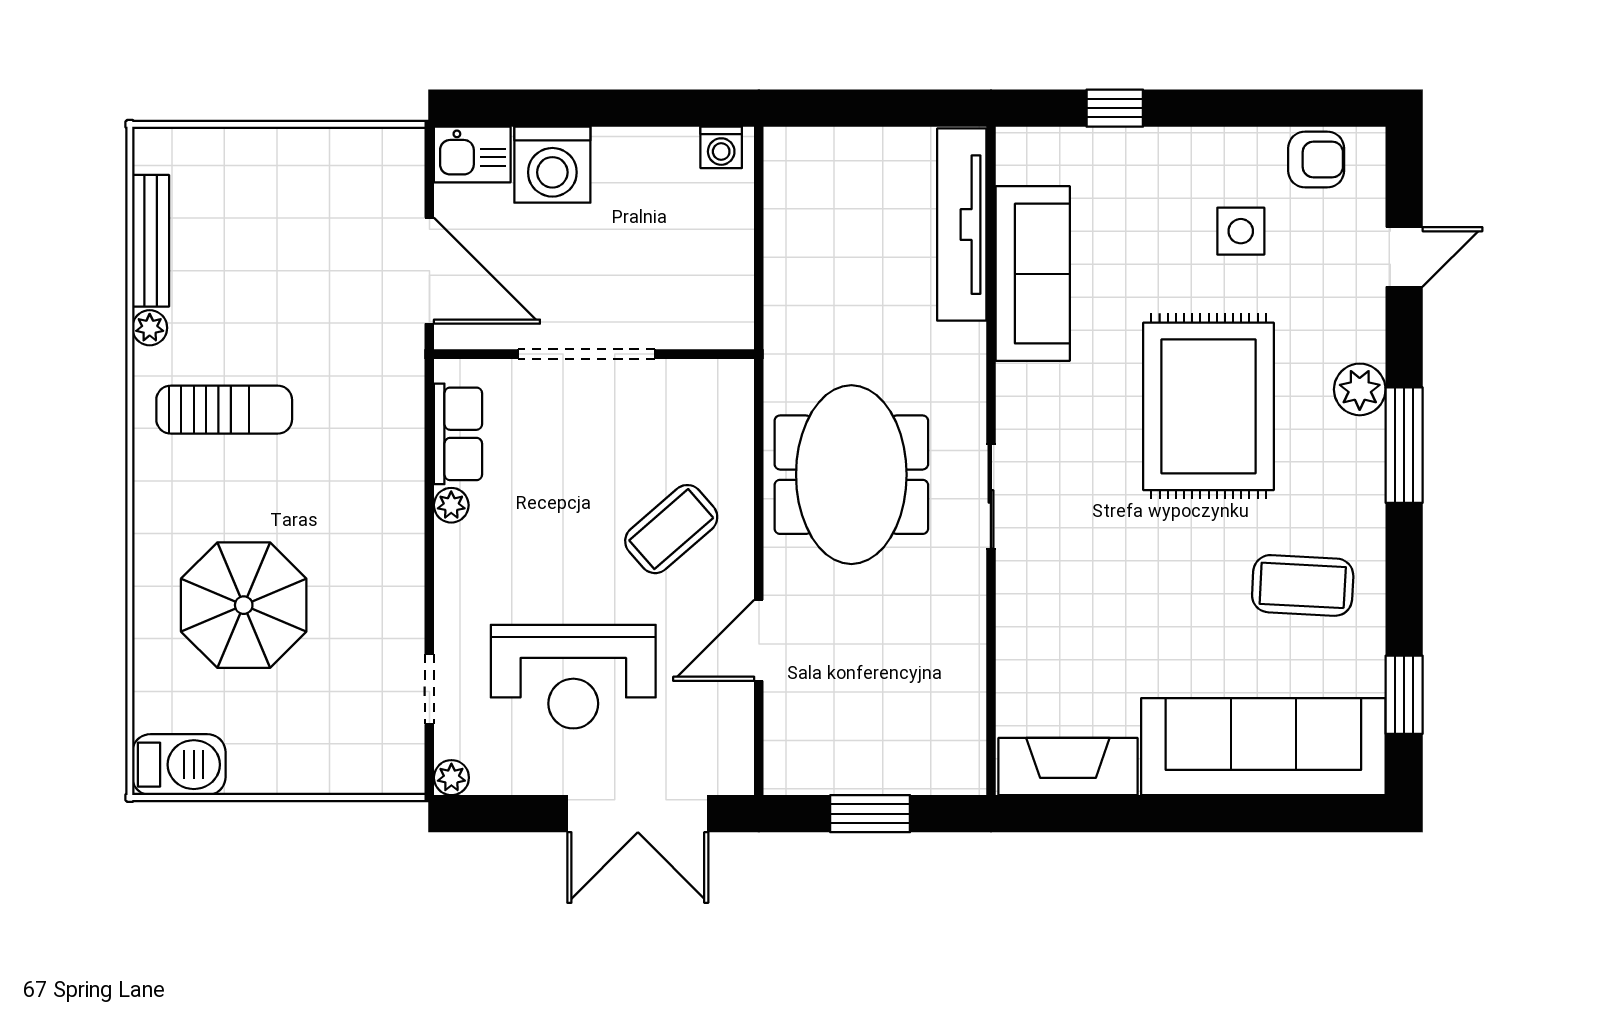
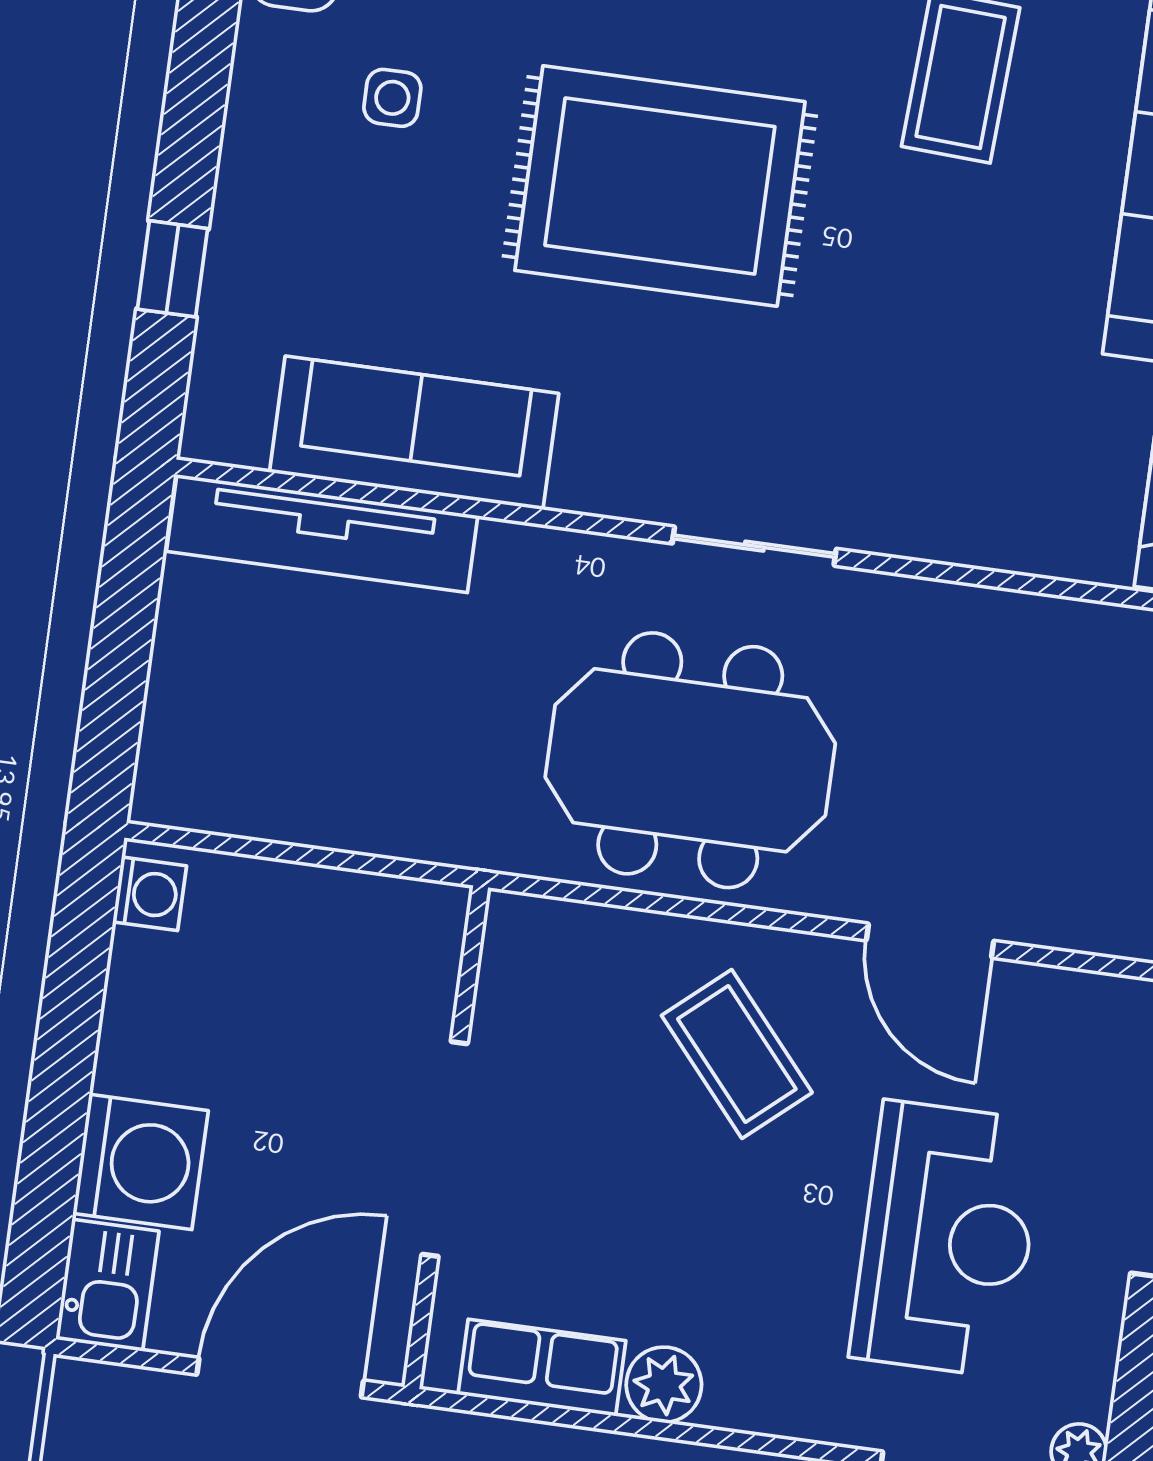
side table: (1241, 231) -> (392, 98), width x0.73, depth x0.73
plant: (451, 505) -> (664, 1385), width x1.38, depth x1.38

